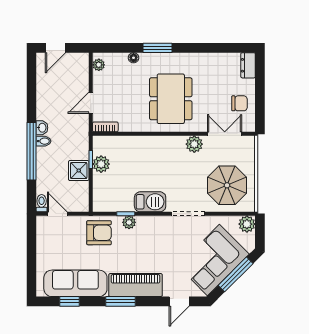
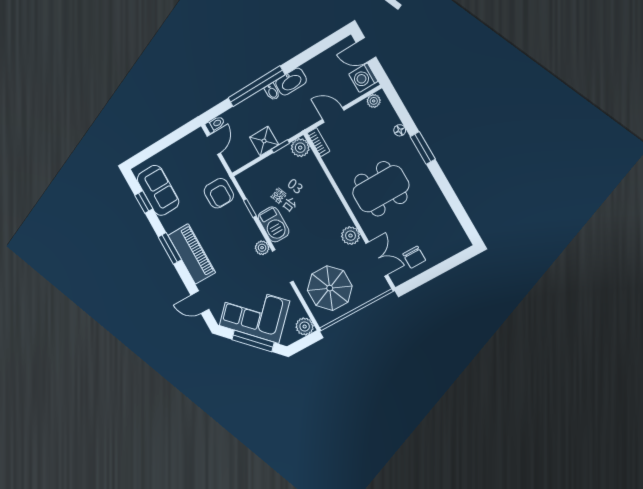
washing machine: (76, 62) -> (363, 78), added
dresser: (248, 65) -> (456, 245), removed
washbasin: (42, 128) -> (291, 82), width x1.91, depth x1.45
plant: (101, 164) -> (300, 148), moved
plant: (129, 222) -> (262, 248), moved
sofa: (75, 283) -> (158, 190), width x0.73

